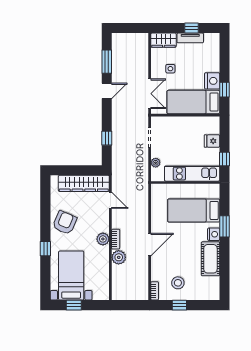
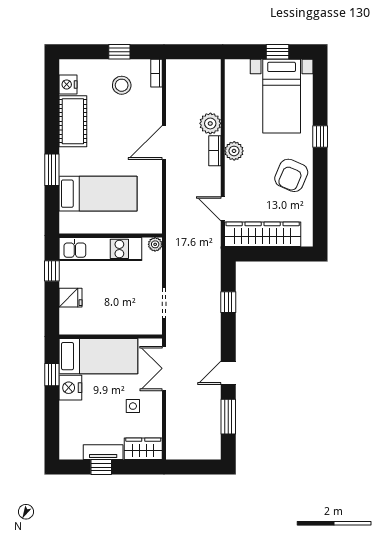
plant: (156, 163) -> (155, 244), moved
nightstand: (214, 234) -> (68, 84), moved

